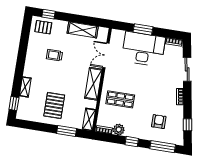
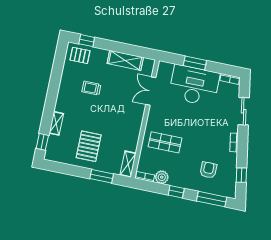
shelving: (93, 84) -> (135, 123), removed

